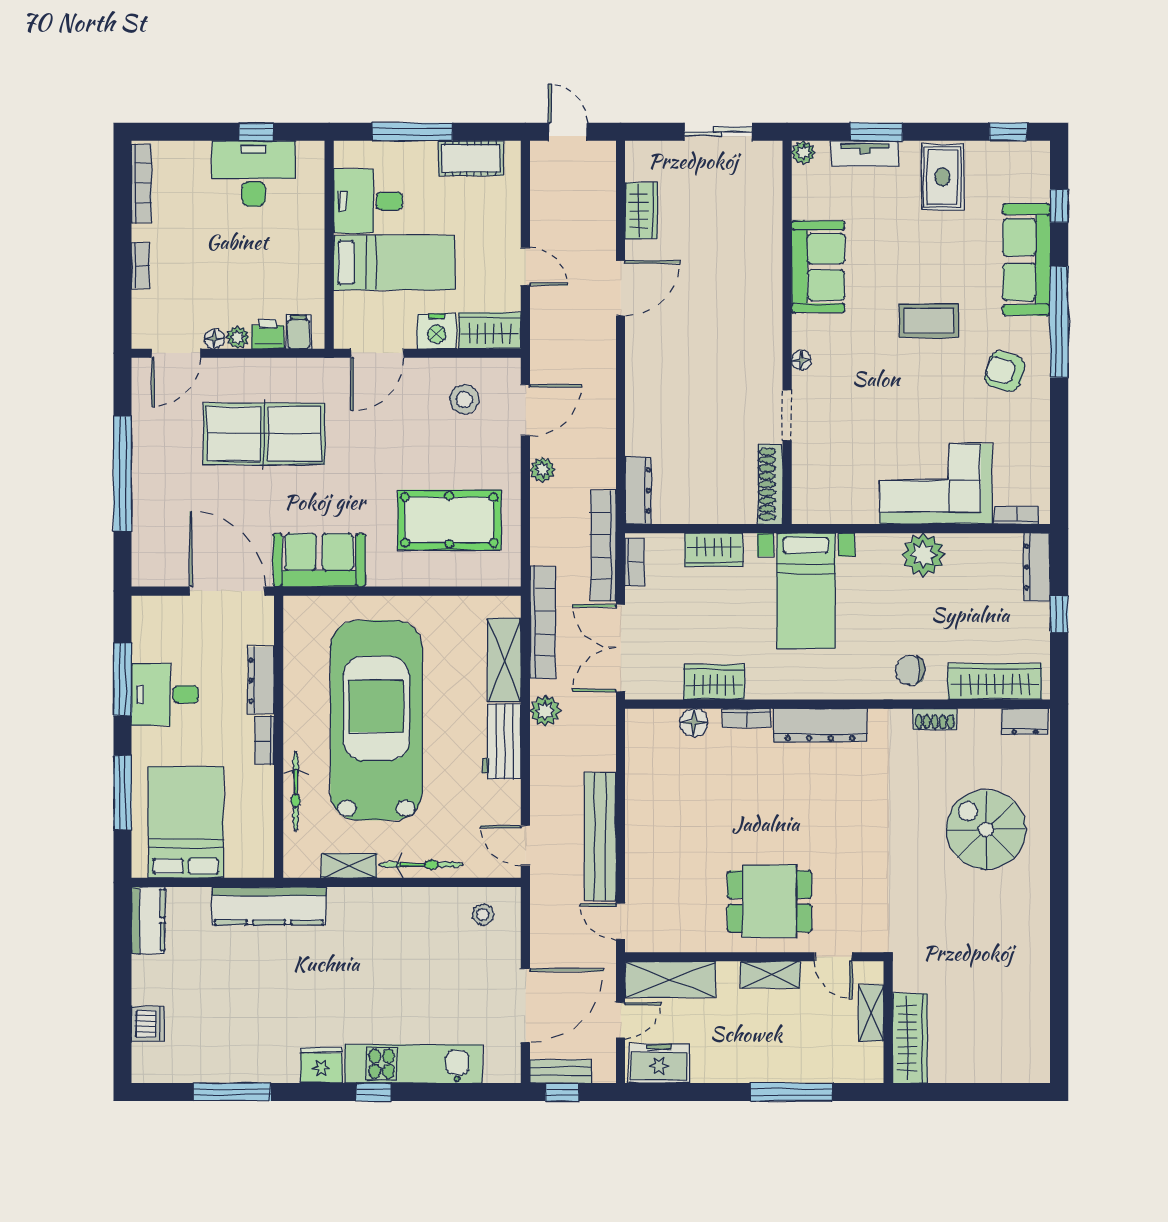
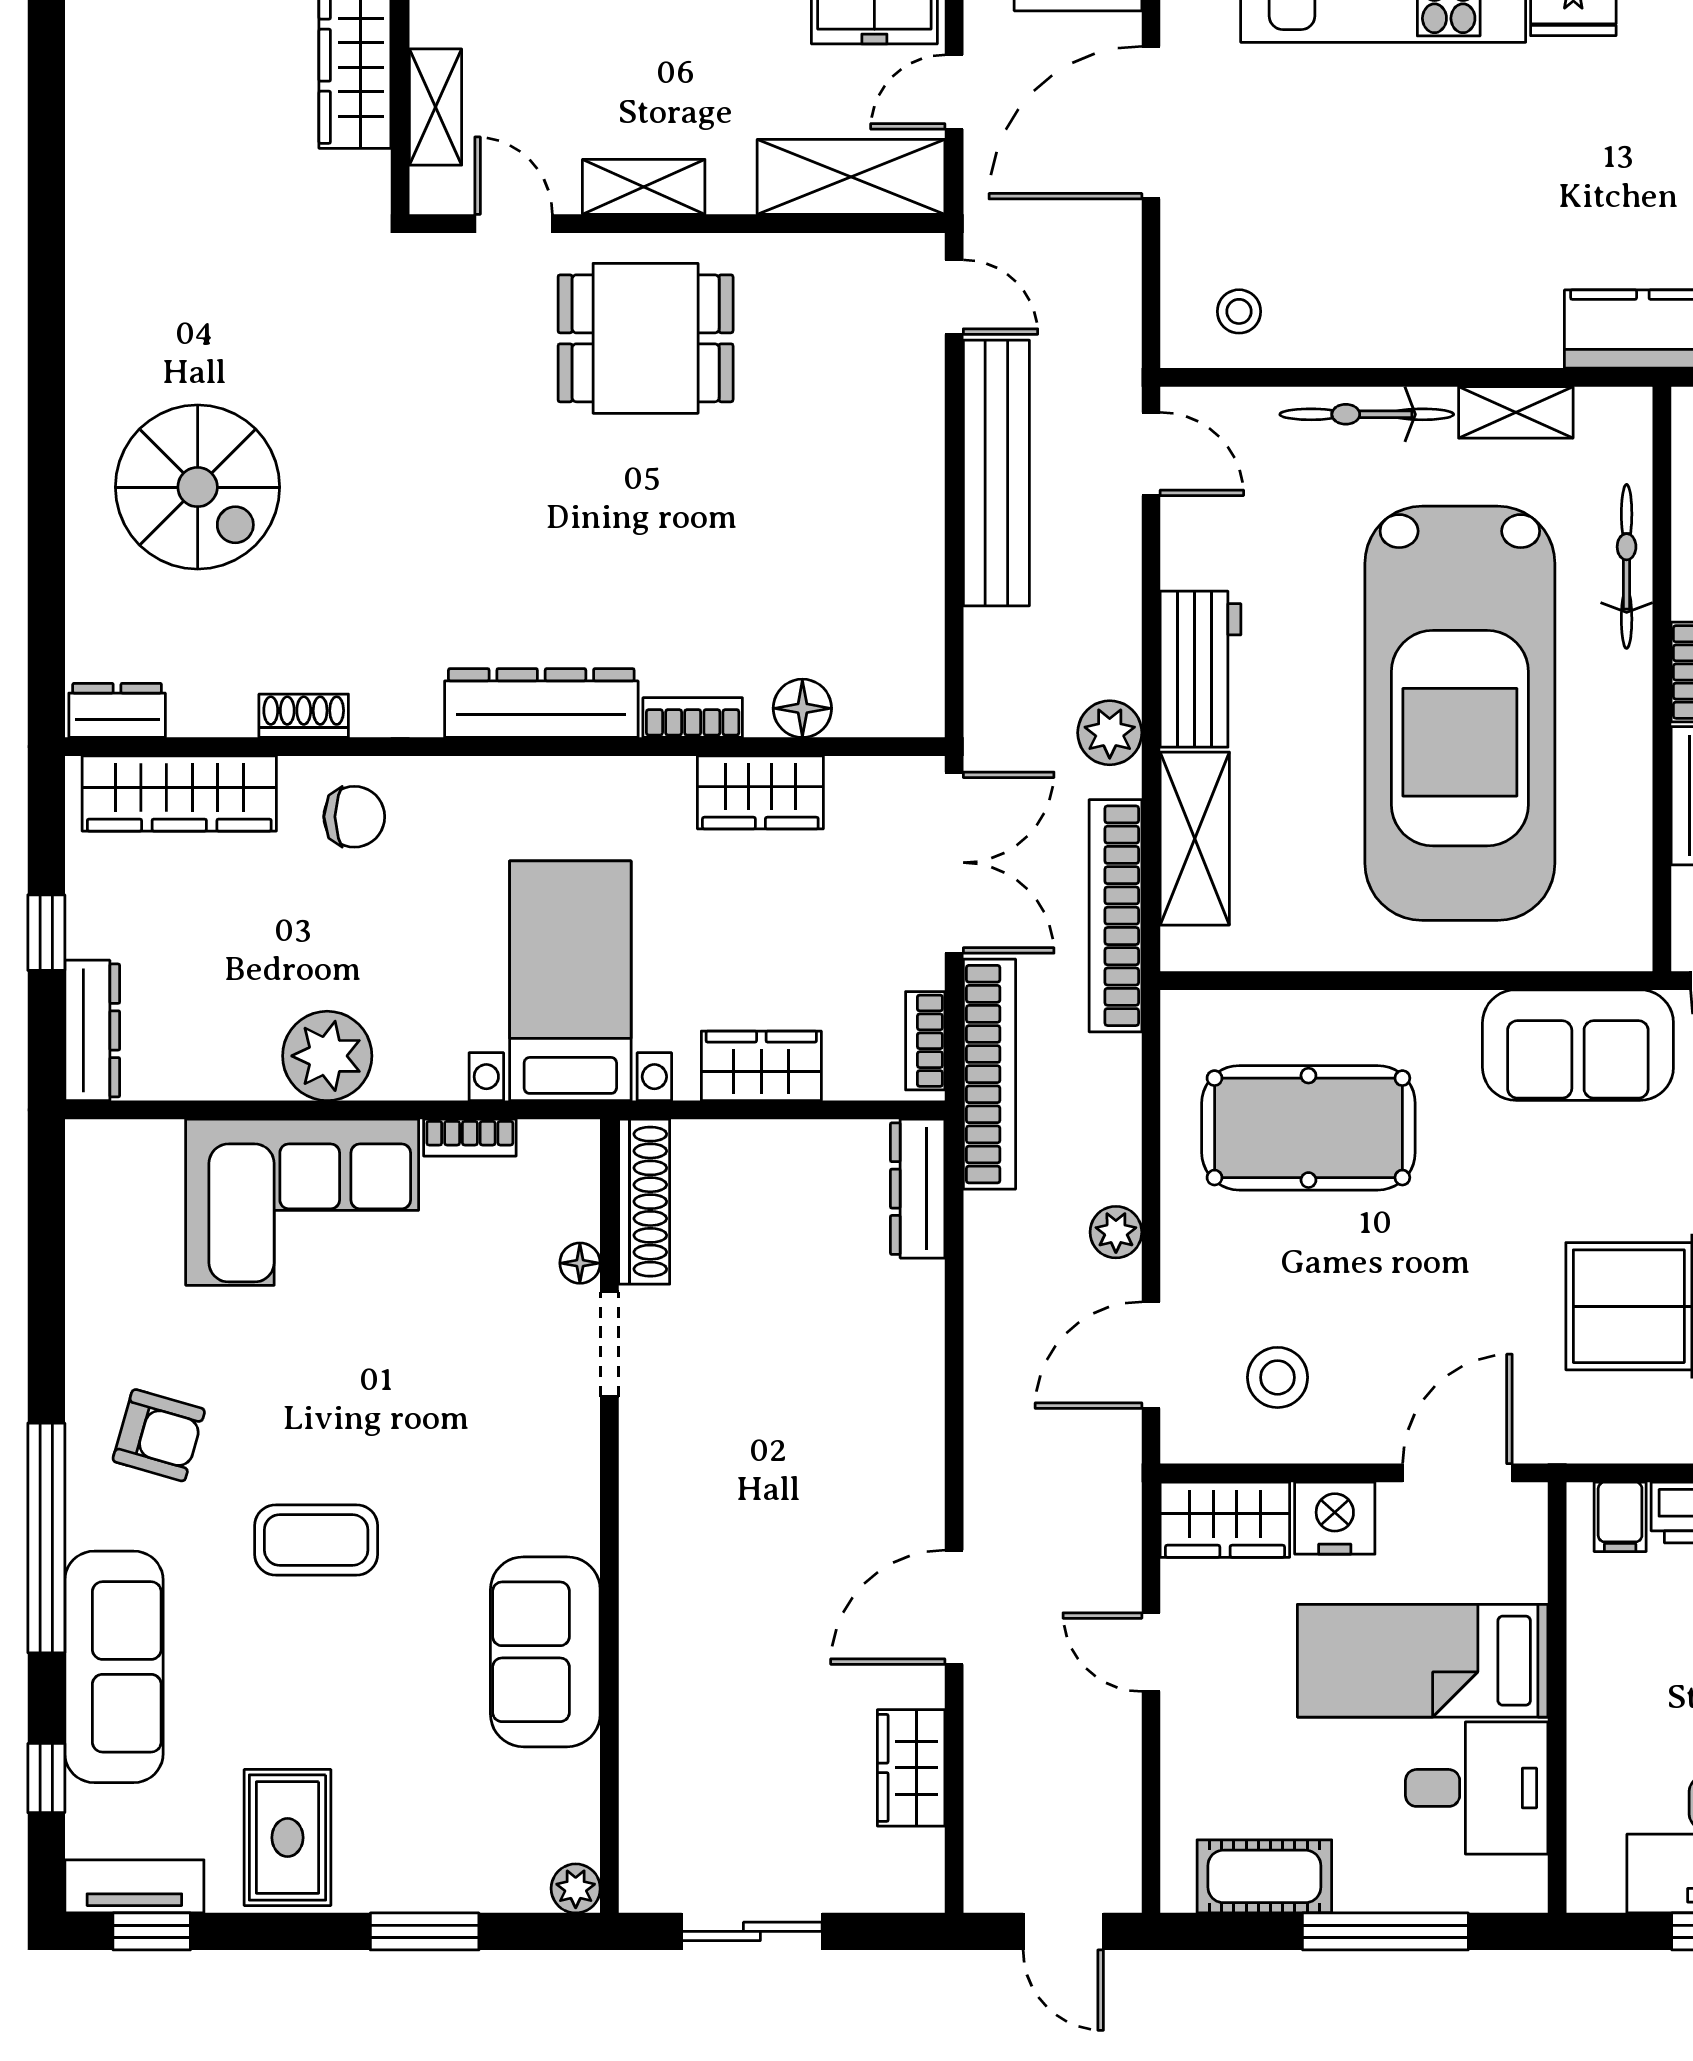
tv unit: (865, 153) -> (134, 1886), moved
floor lamp: (801, 360) -> (580, 1263), moved
bookcase: (1017, 515) -> (470, 1138), moved

